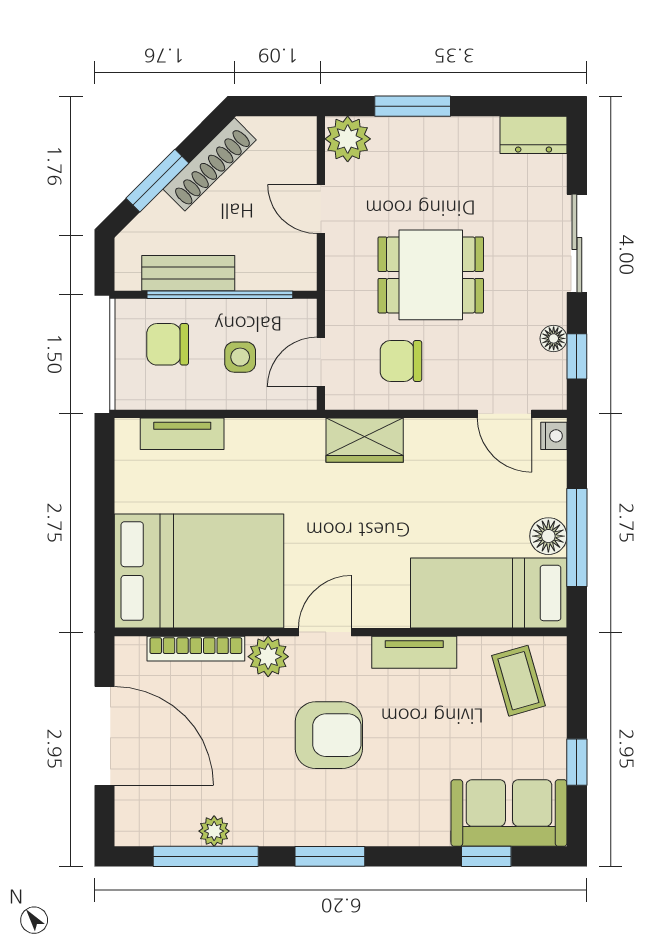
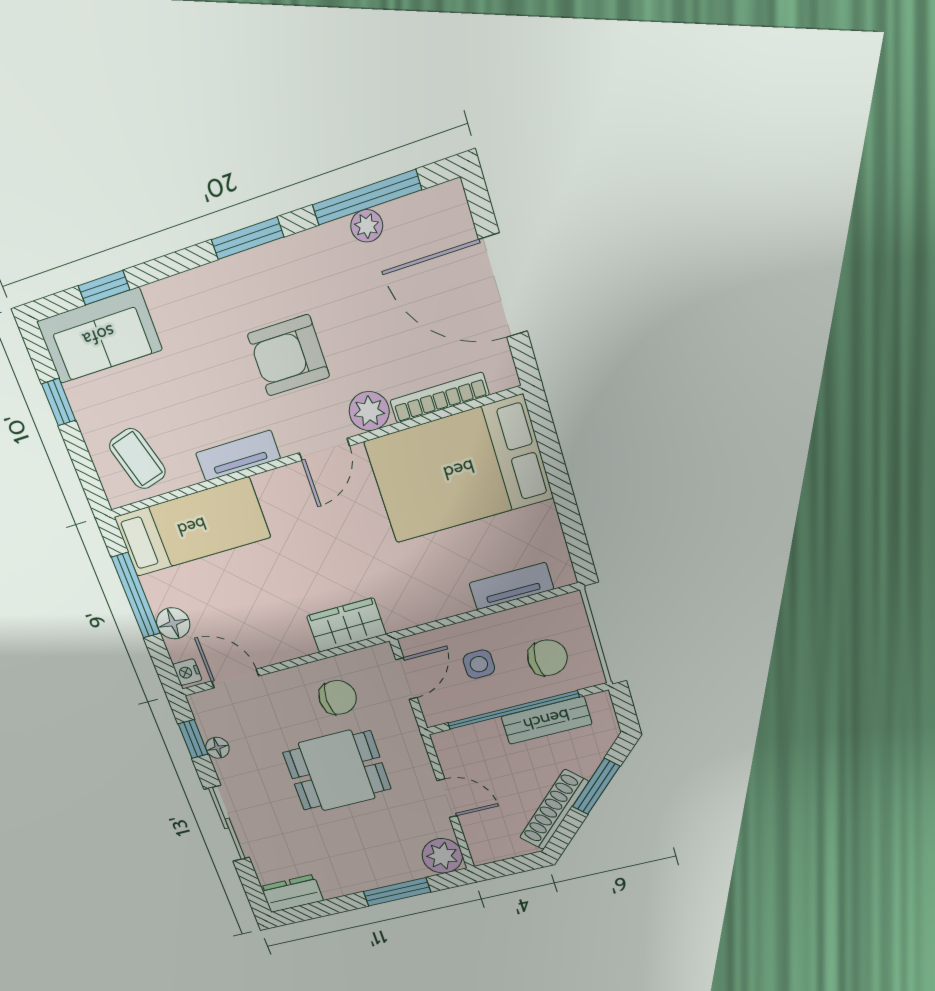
floor lamp: (548, 536) -> (173, 623), moved

